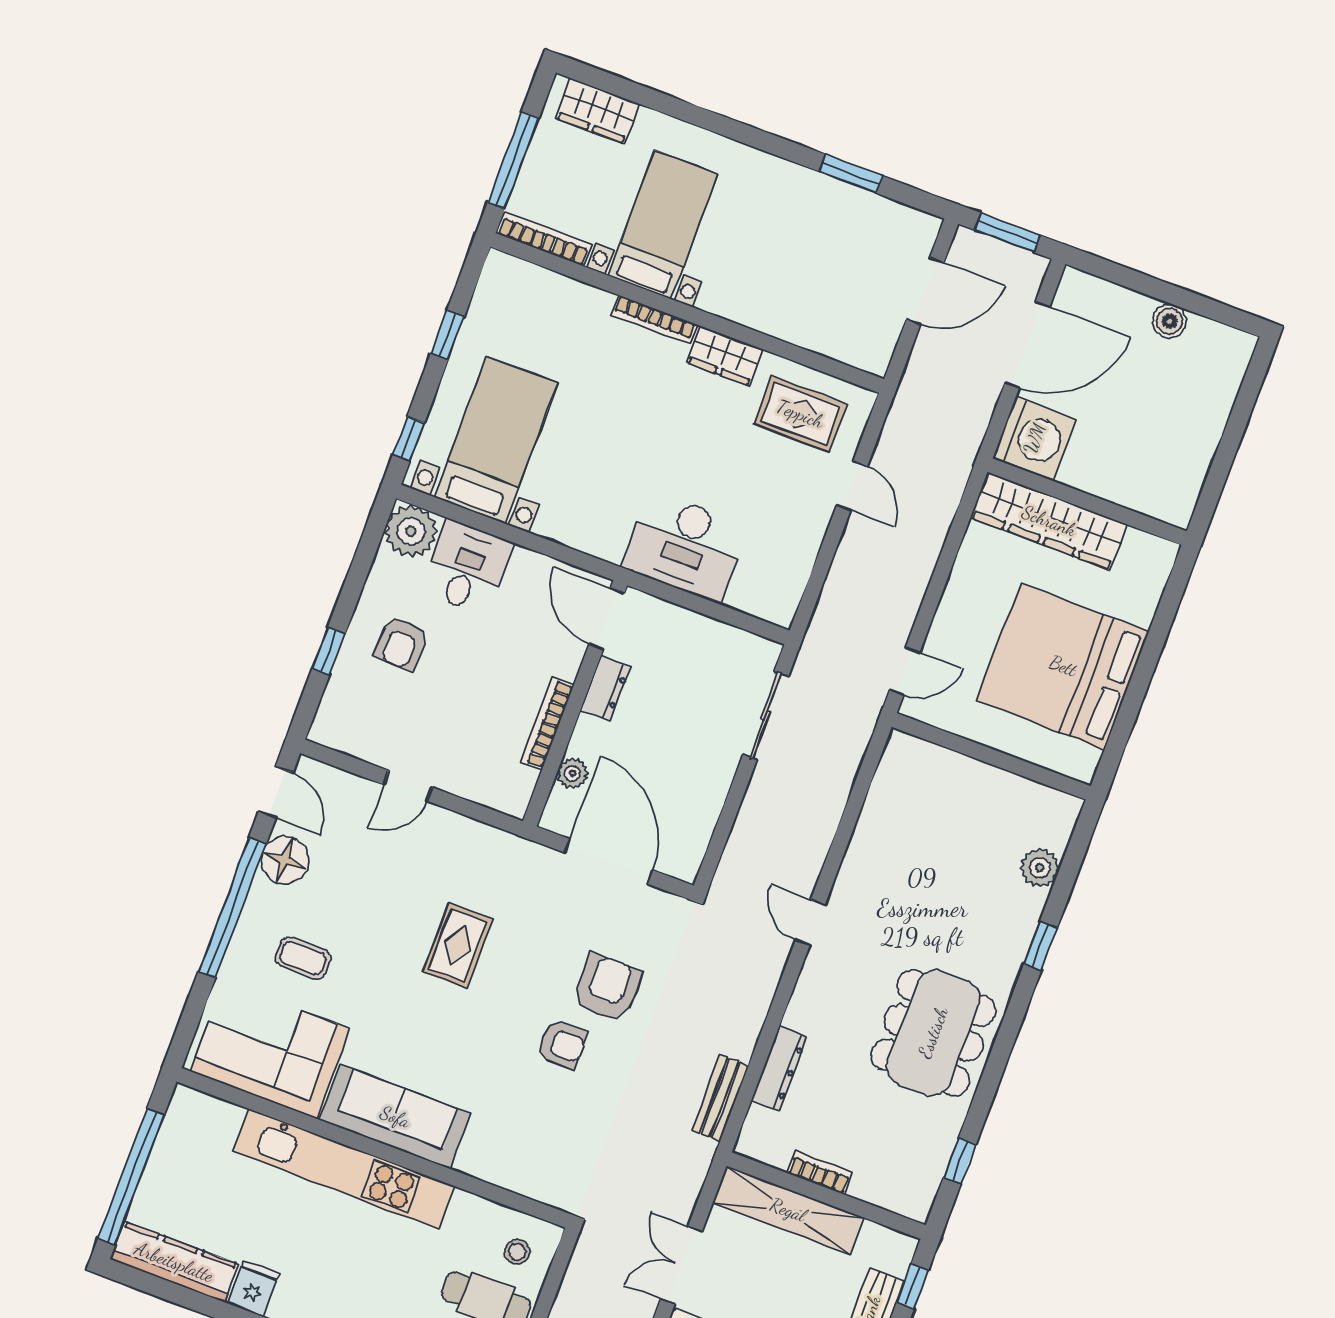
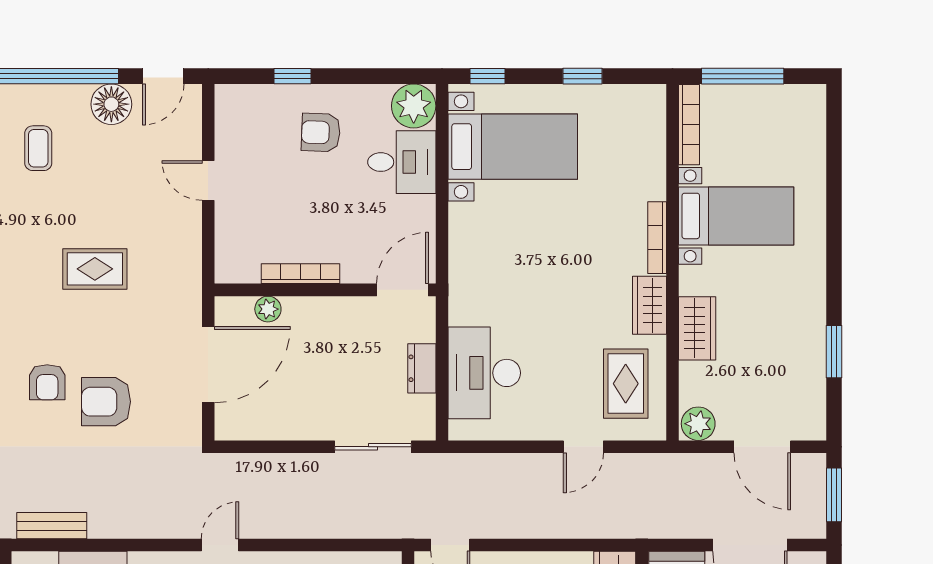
wardrobe: (598, 111) -> (697, 328), moved, turned 180
plant: (874, 351) -> (698, 424), added
desk: (685, 546) -> (484, 373), moved
dresser: (606, 688) -> (422, 368), moved, turned 90
armchair: (607, 988) -> (106, 402), turned 180

